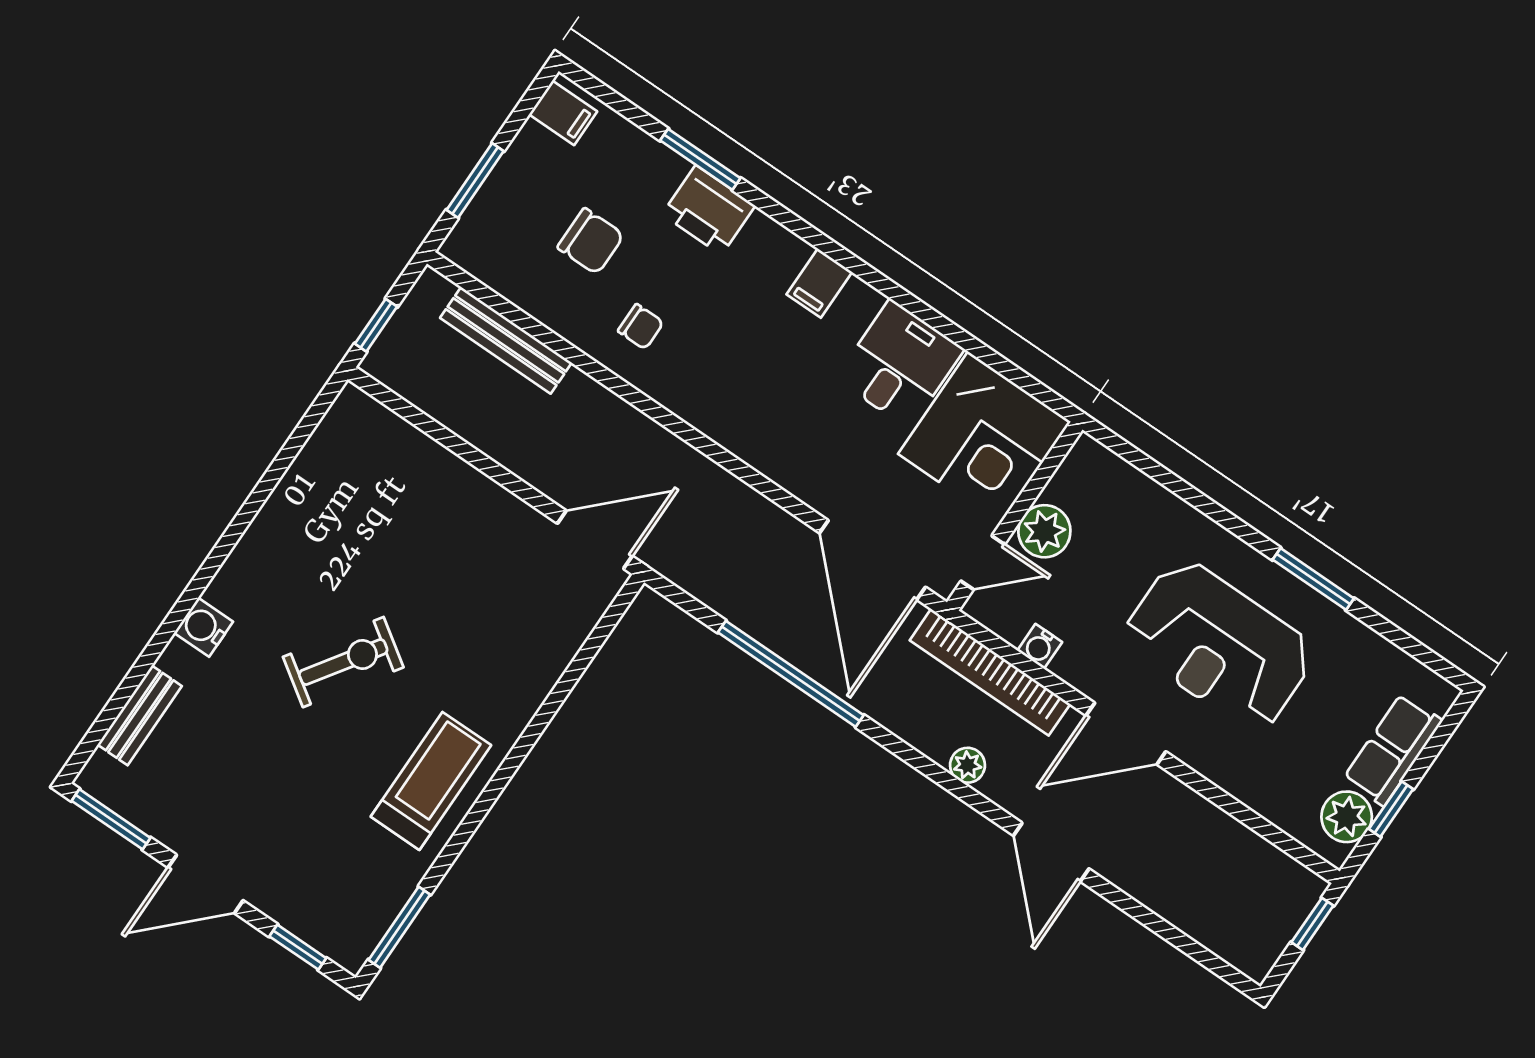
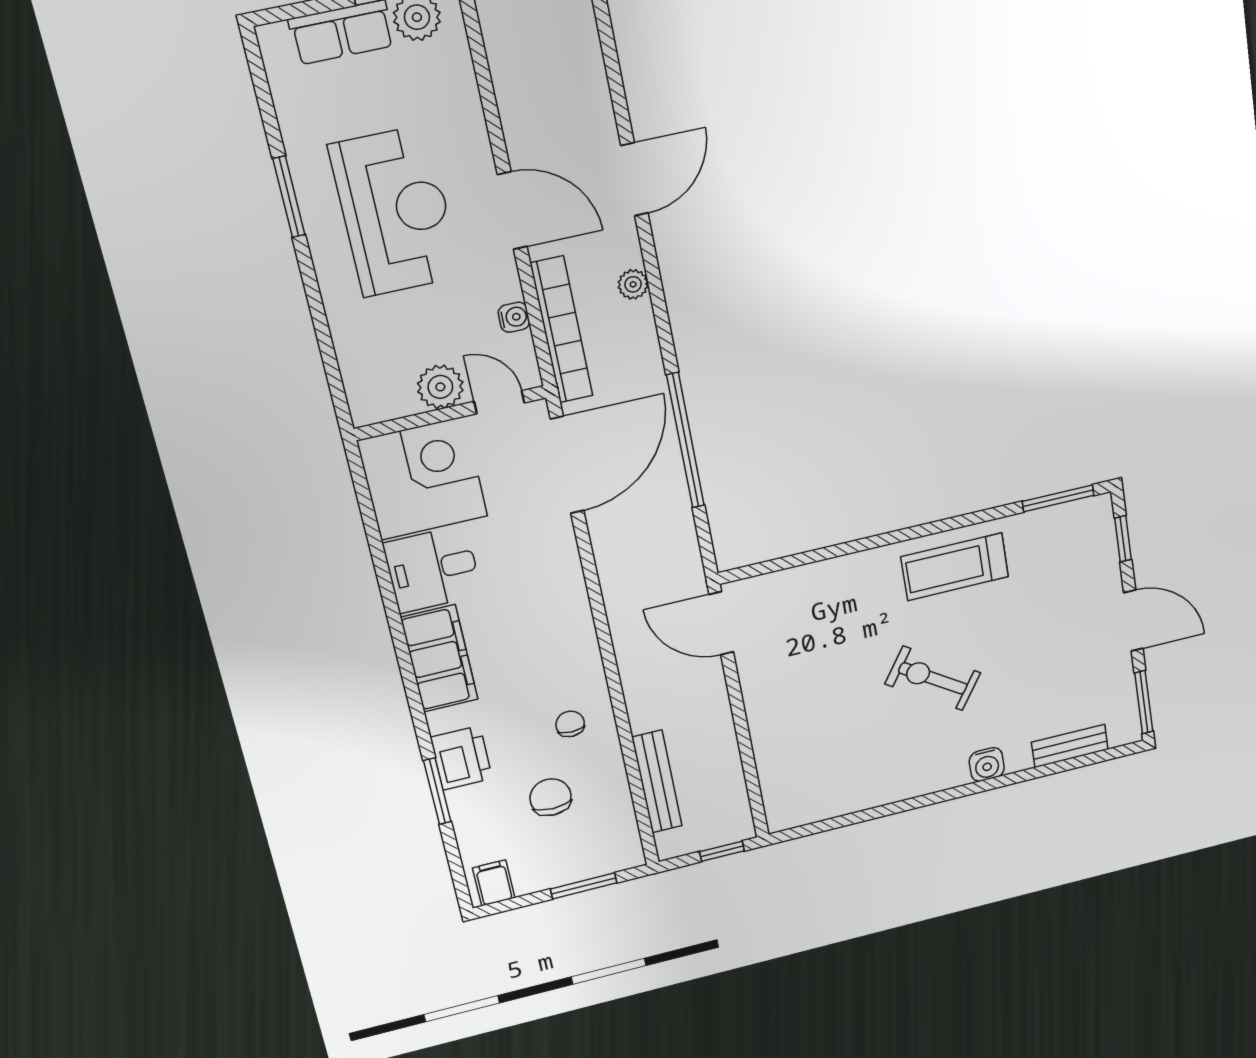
filing cabinet: (819, 283) -> (439, 659), width x3.00, depth x1.17

